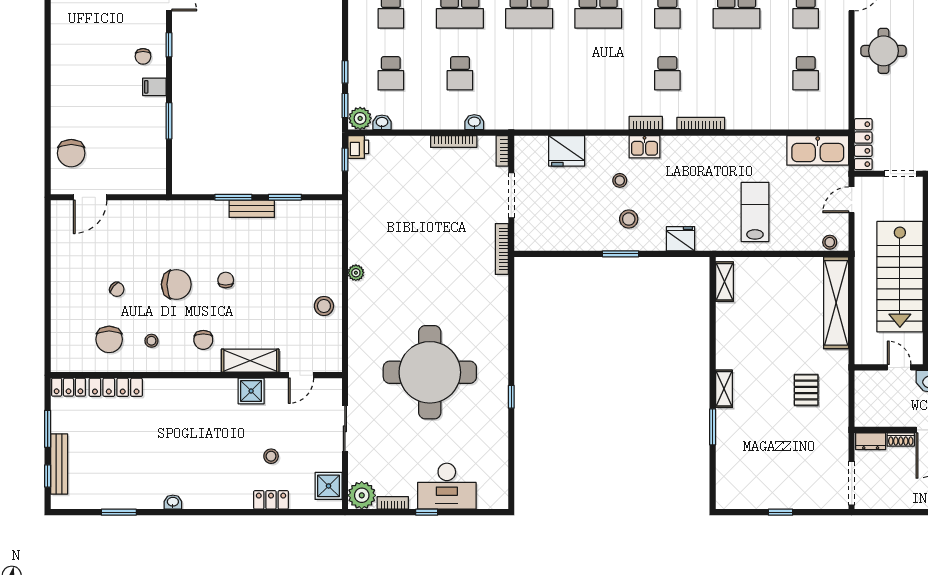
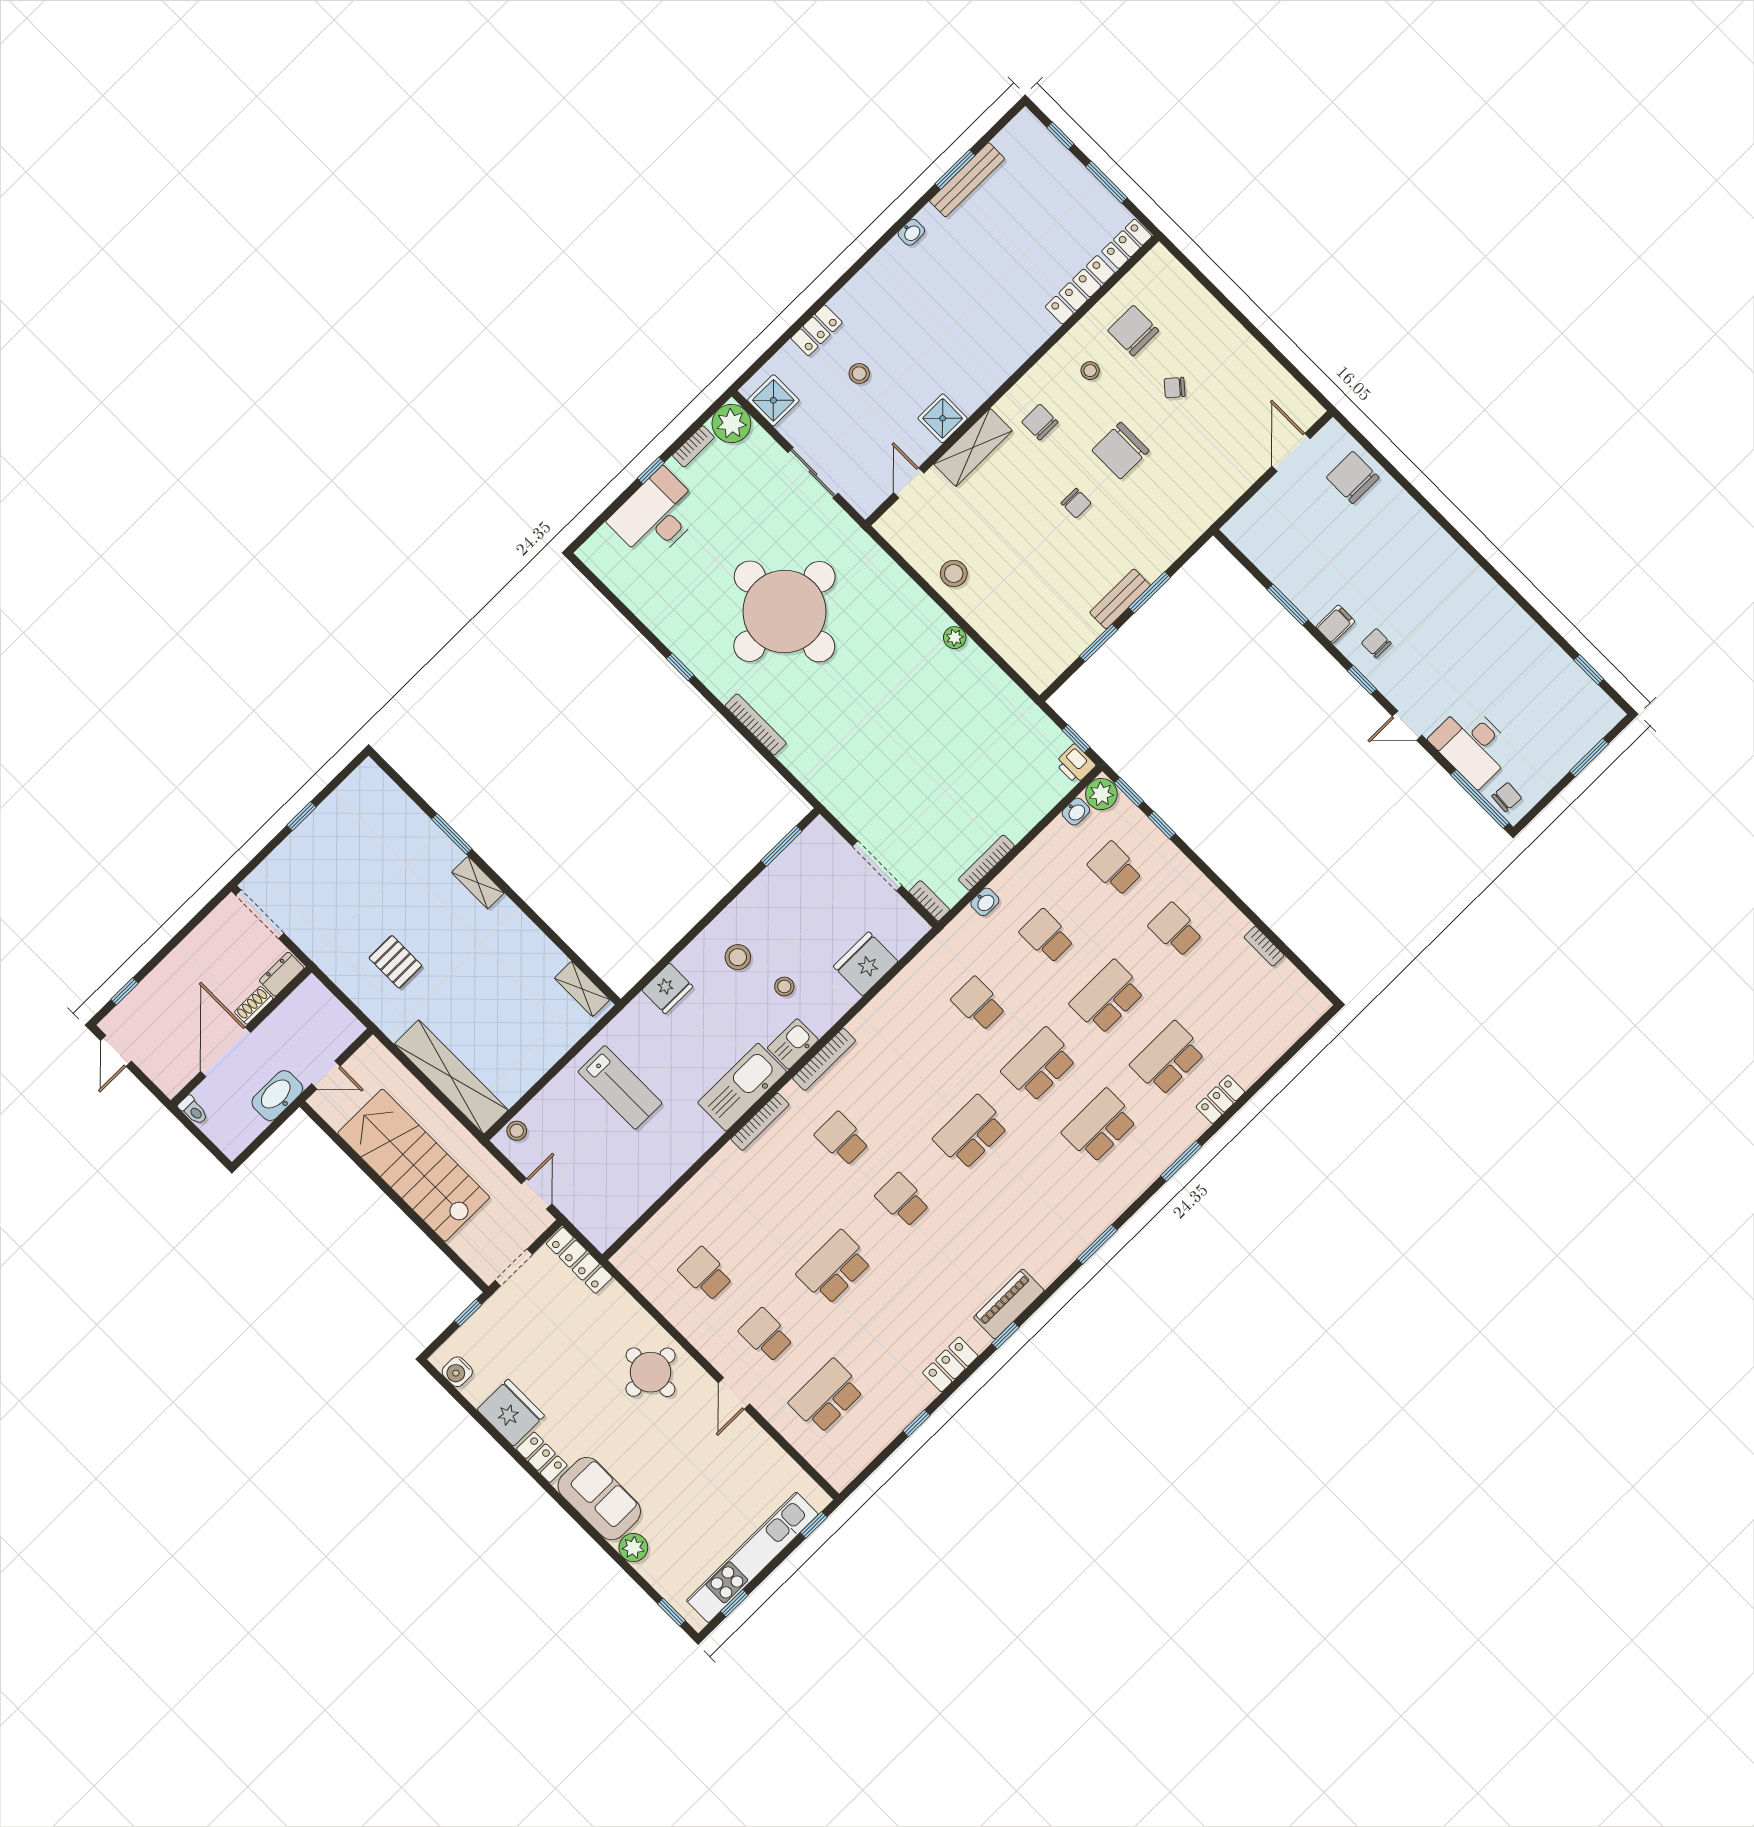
school desk: (529, 73) -> (978, 1004), added
bookcase: (646, 123) -> (824, 1059), width x1.56
kitchen sink: (818, 150) -> (742, 1087), moved
bookcase: (502, 249) -> (756, 724), moved
window: (621, 254) -> (781, 846), moved
bench: (59, 464) -> (967, 180), moved, turned 90

